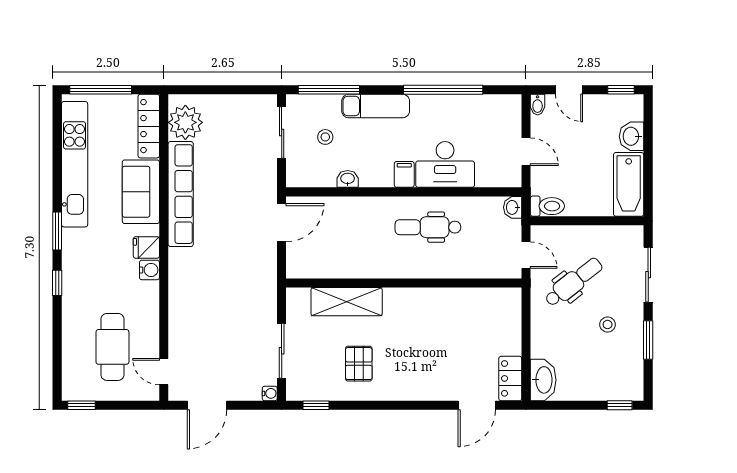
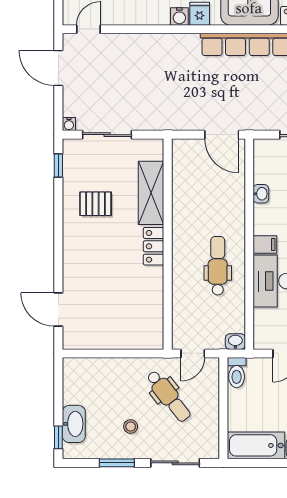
locker: (510, 378) -> (154, 246), moved, turned -90
washbasin: (543, 380) -> (74, 424), moved, turned -90

